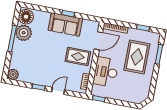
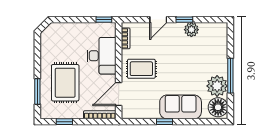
sofa: (65, 24) -> (181, 107), moved
plant: (13, 75) -> (191, 30), moved

